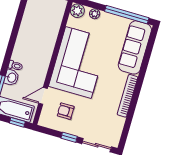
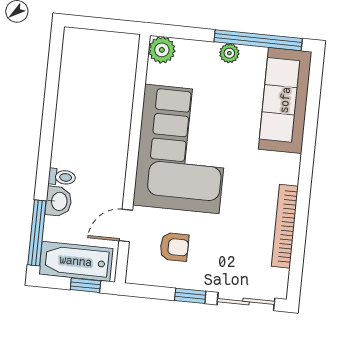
plant: (95, 14) -> (229, 53), moved
bookcase: (128, 96) -> (285, 226), moved
armchair: (66, 111) -> (174, 247), turned 180

